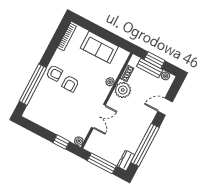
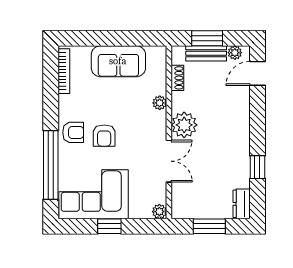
plant: (123, 90) -> (184, 125), moved
door: (165, 107) -> (257, 73), moved
corner sofa: (48, 113) -> (94, 194), added
window: (61, 142) -> (109, 226), moved
window: (145, 145) -> (257, 167), width x0.32
window: (102, 163) -> (209, 226), width x0.69

